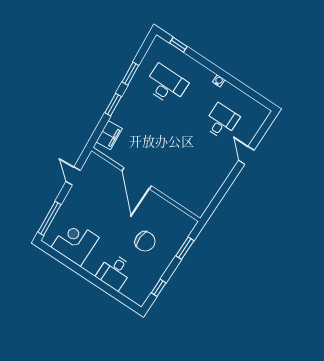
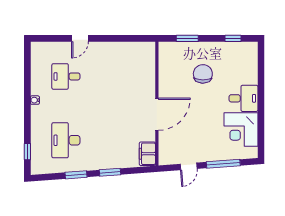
filing cabinet: (109, 135) -> (147, 154), moved, turned -86
window: (49, 218) -> (223, 164), moved
desk: (115, 272) -> (243, 98), moved

